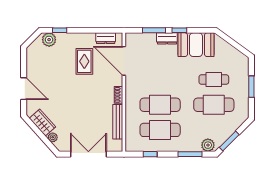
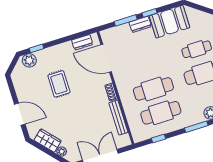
rug: (84, 61) -> (59, 84), moved

